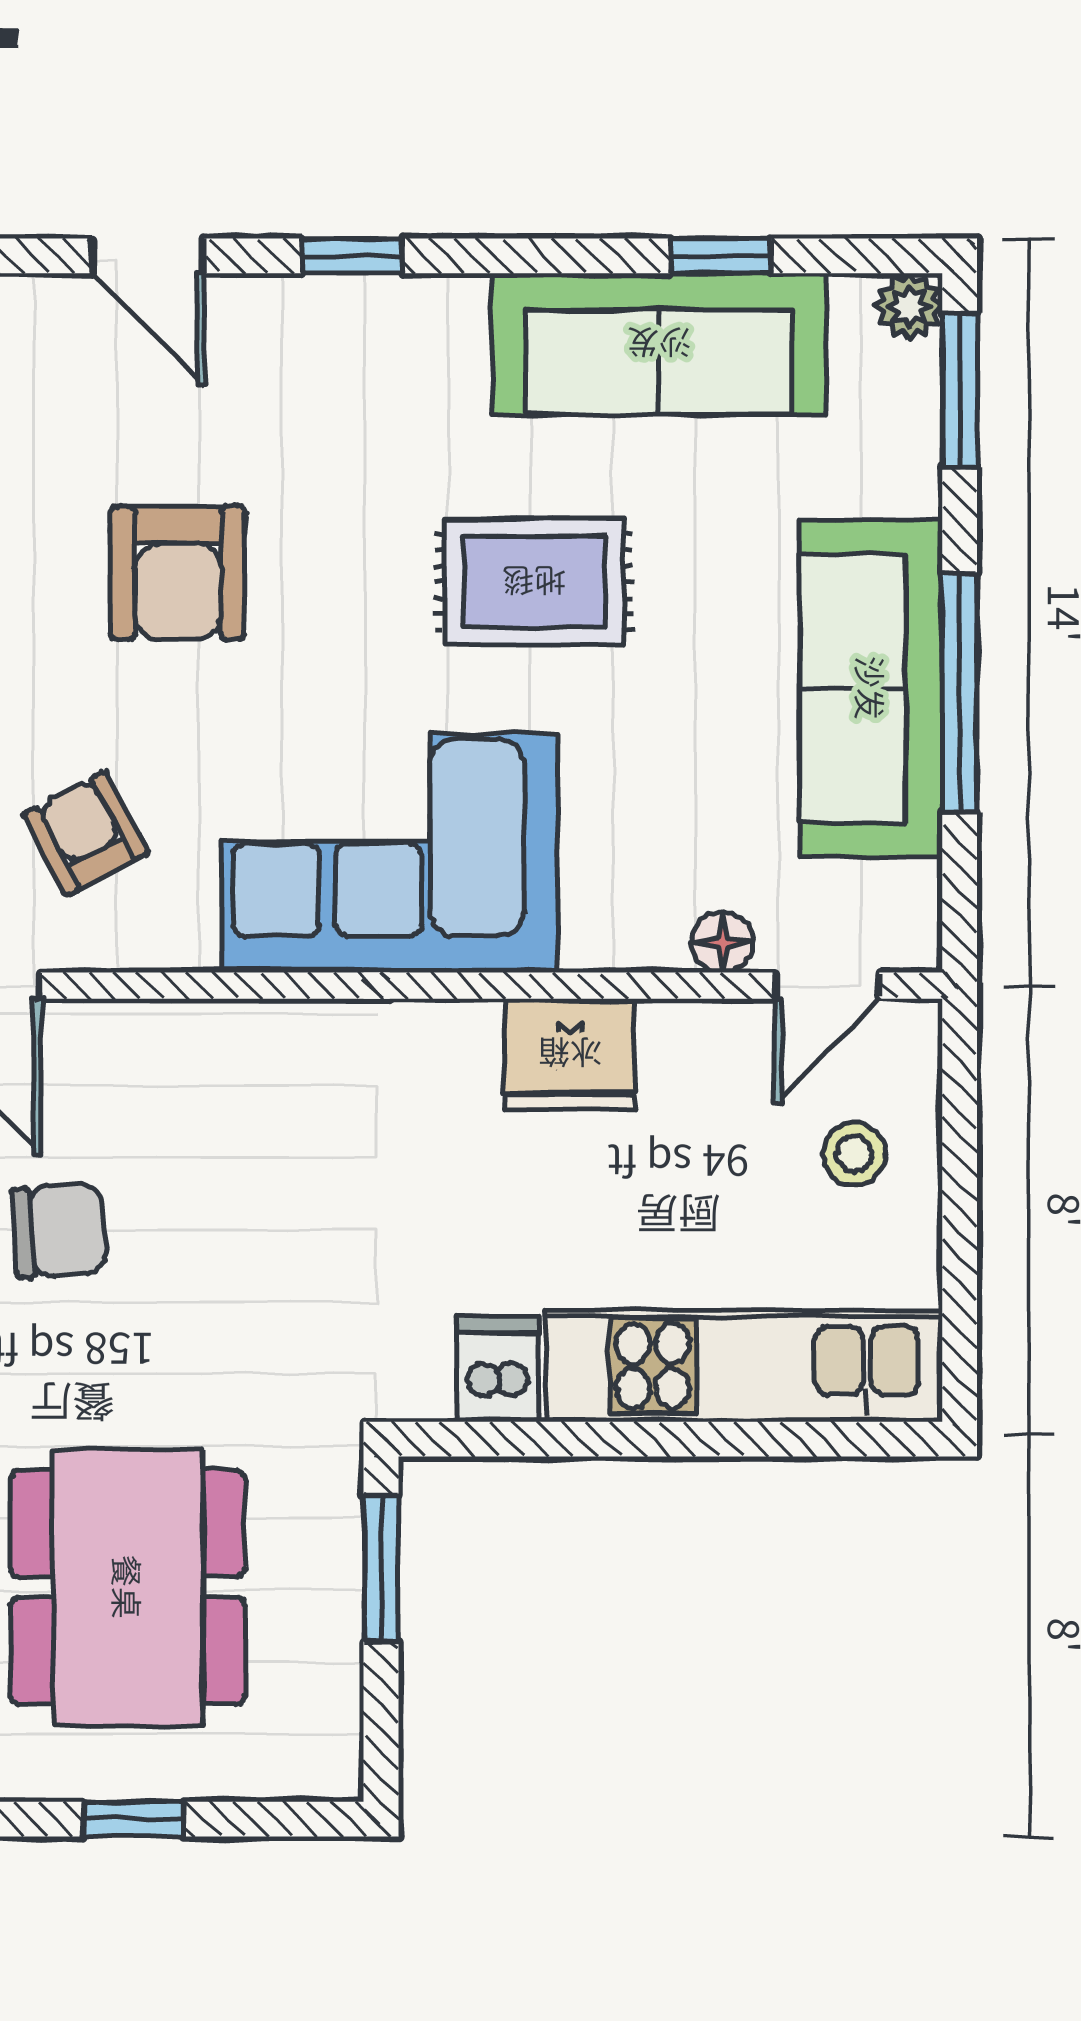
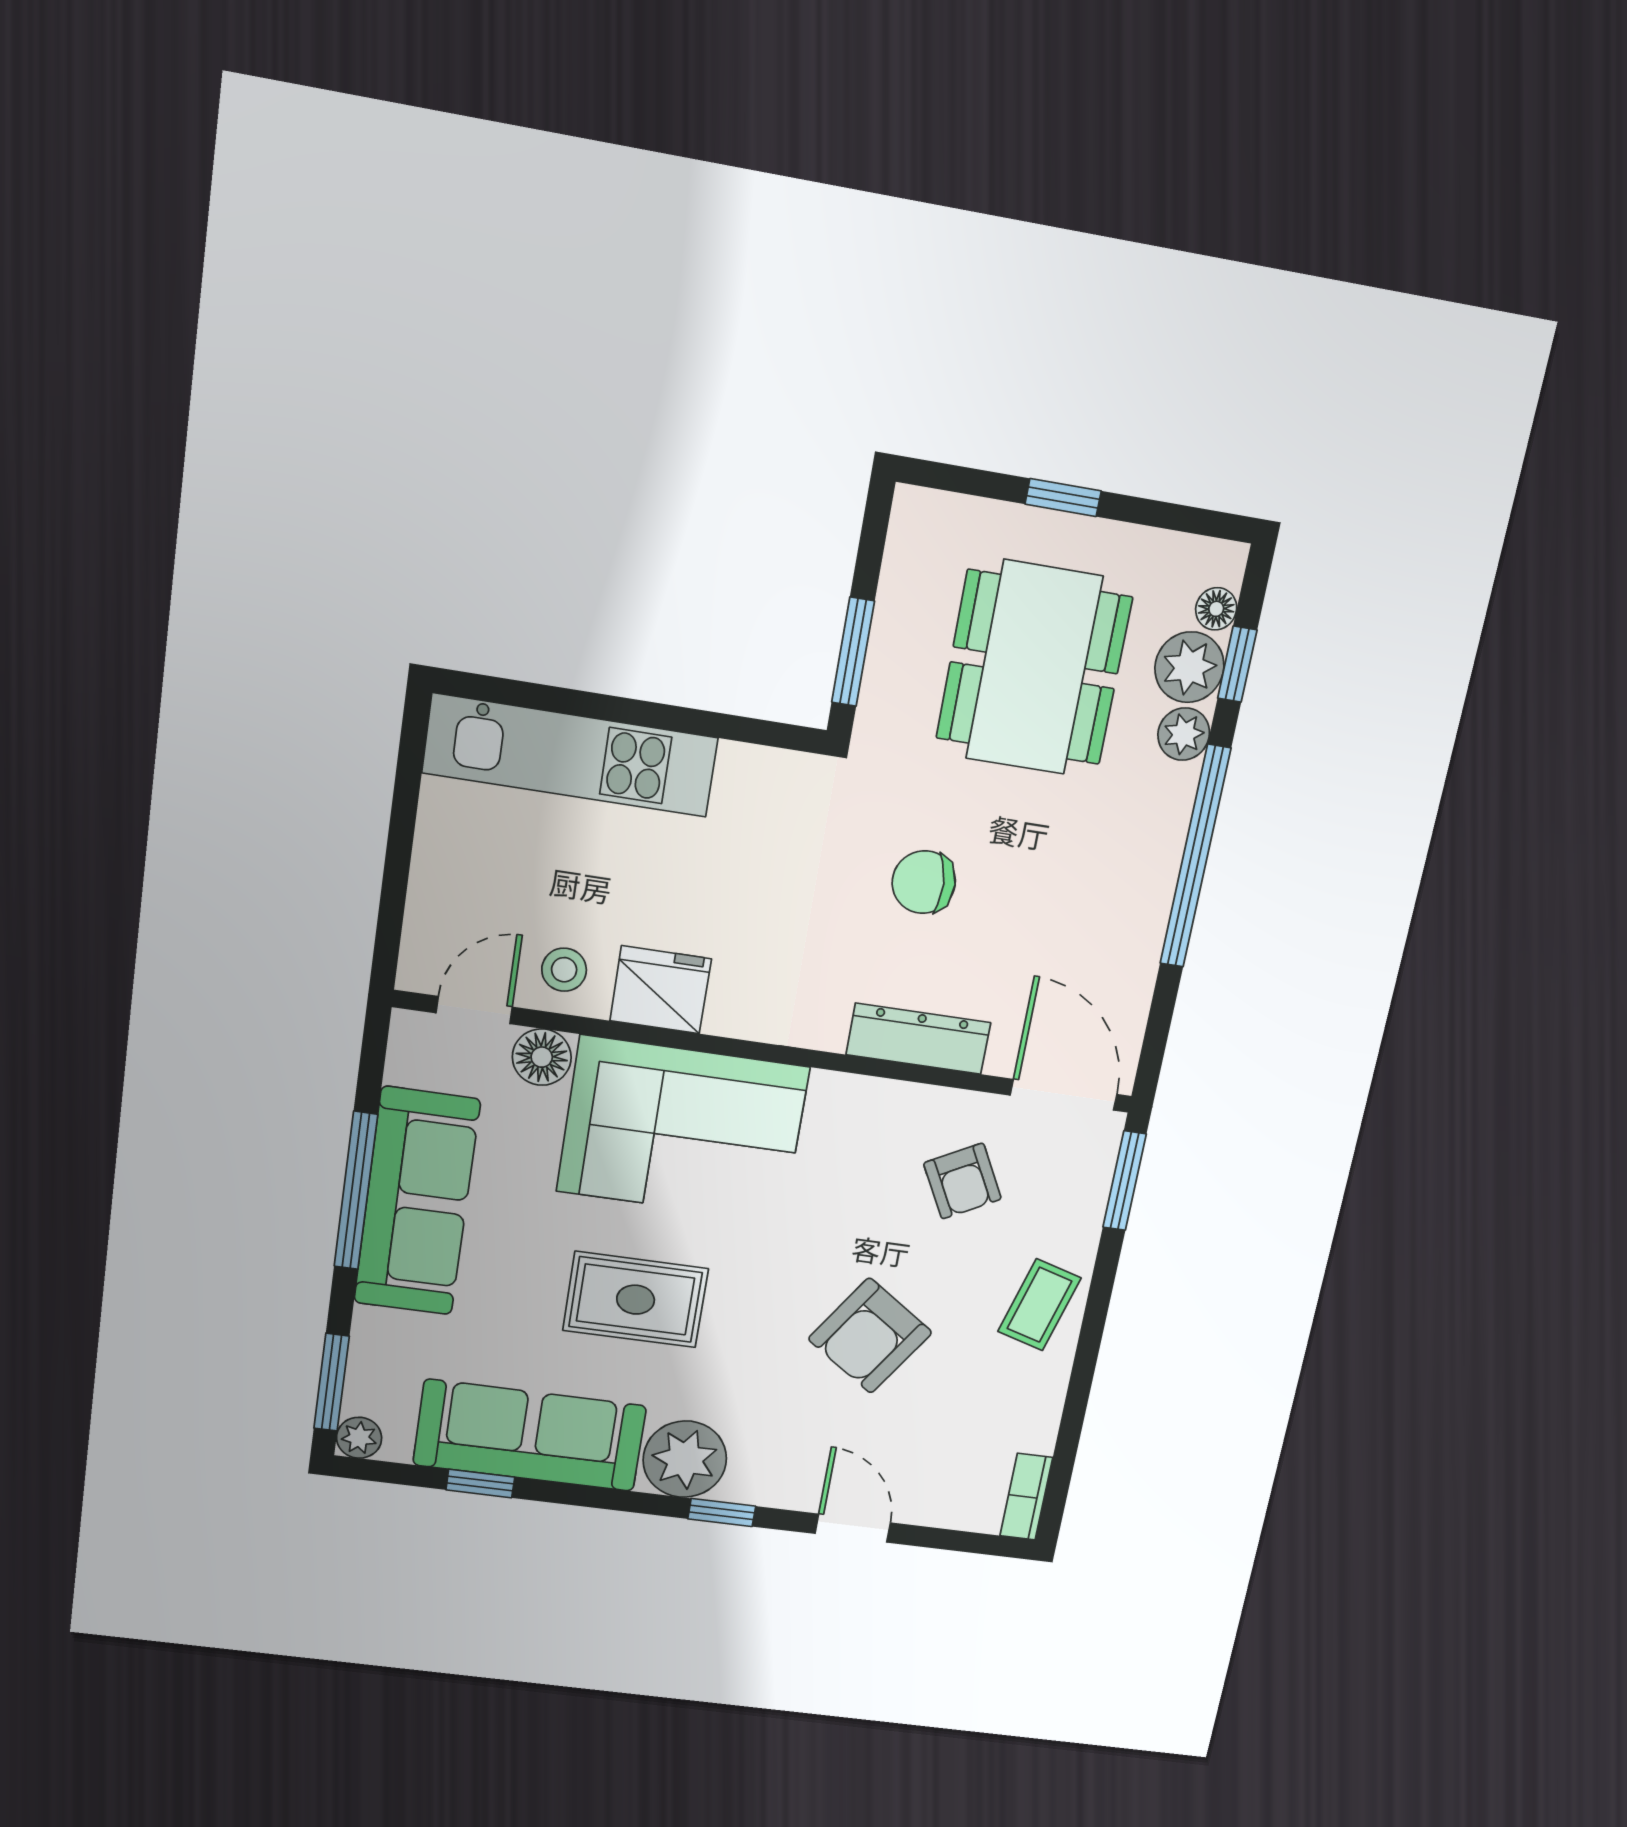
plant: (422, 336) -> (685, 1459), added
armchair: (178, 573) -> (870, 1336), turned -146
corner sofa: (390, 853) -> (683, 1129), moved
floor lamp: (723, 942) -> (542, 1057), width x1.37, depth x1.37
dresser: (190, 1038) -> (918, 1039), added
stool: (854, 1154) -> (564, 970), moved
chair: (59, 1231) -> (924, 882), moved
dishwasher: (498, 1369) -> (746, 781), removed

